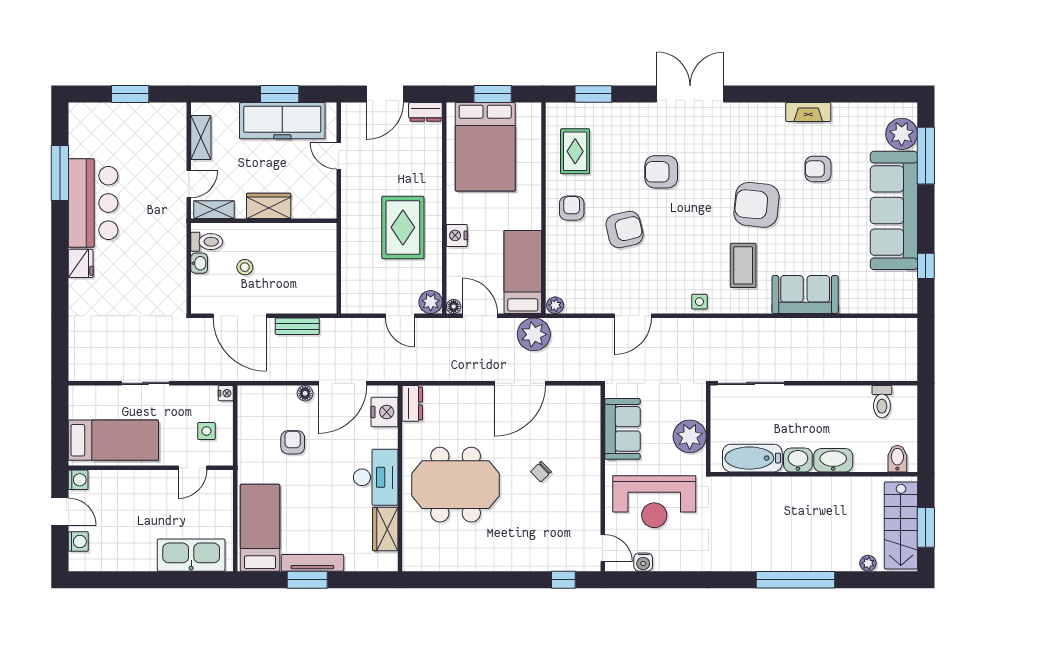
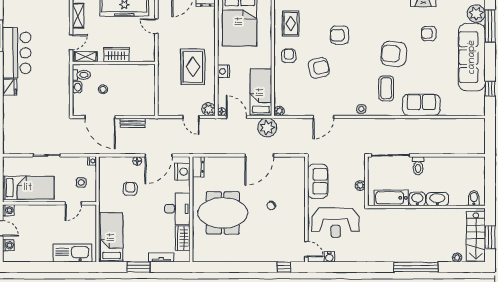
toilet: (882, 402) -> (418, 166), moved
plant: (690, 436) -> (360, 186), width x0.53, depth x0.53
tv unit: (312, 563) -> (161, 257), moved, width x0.71

